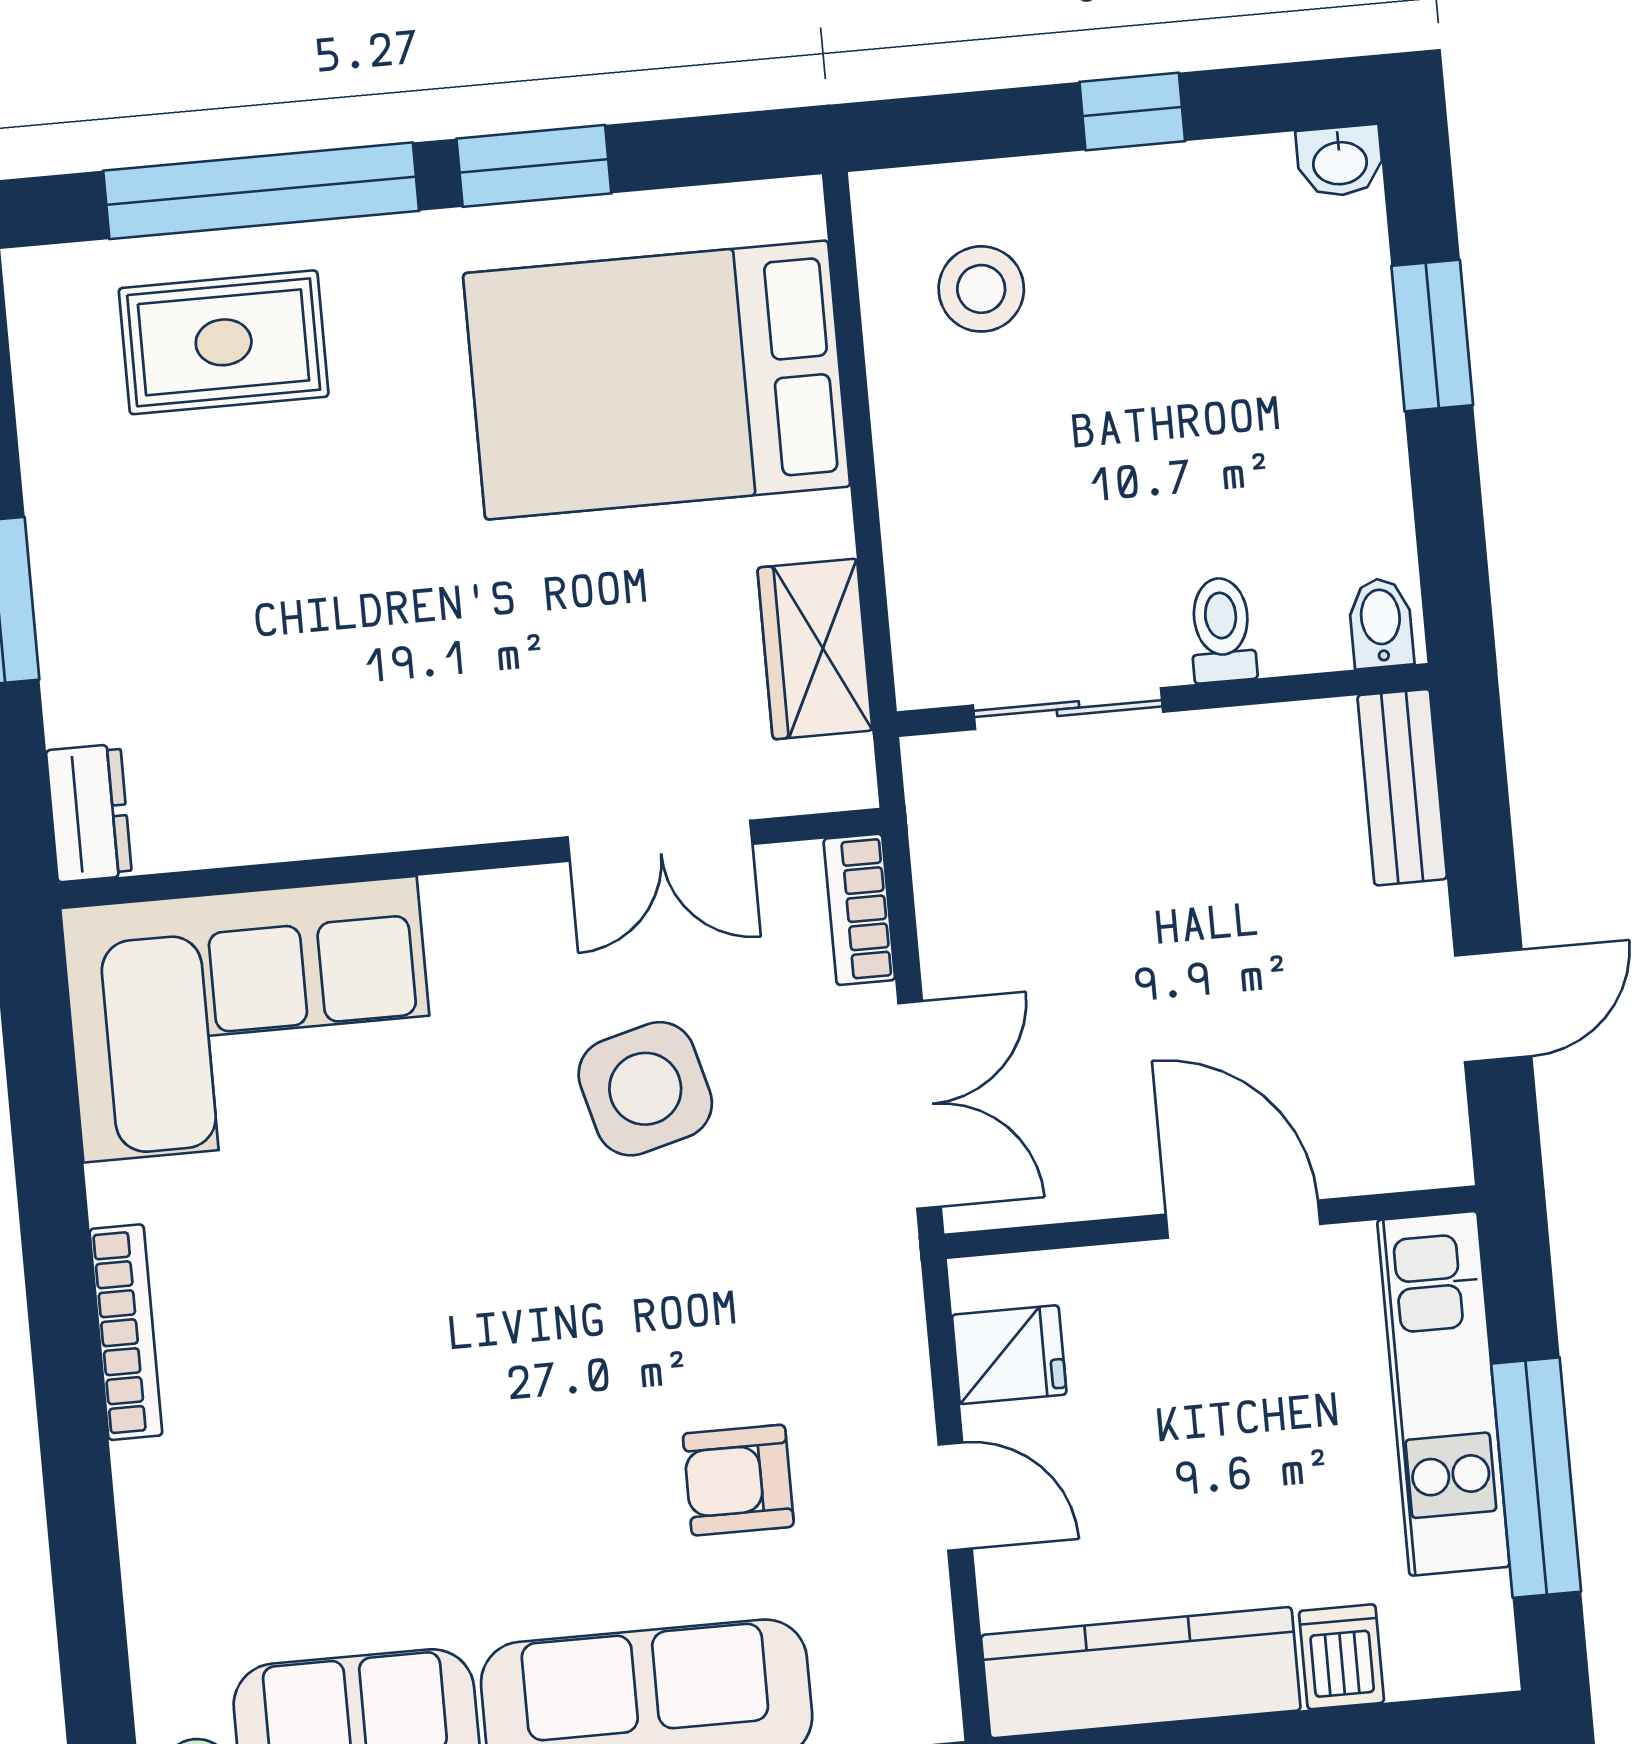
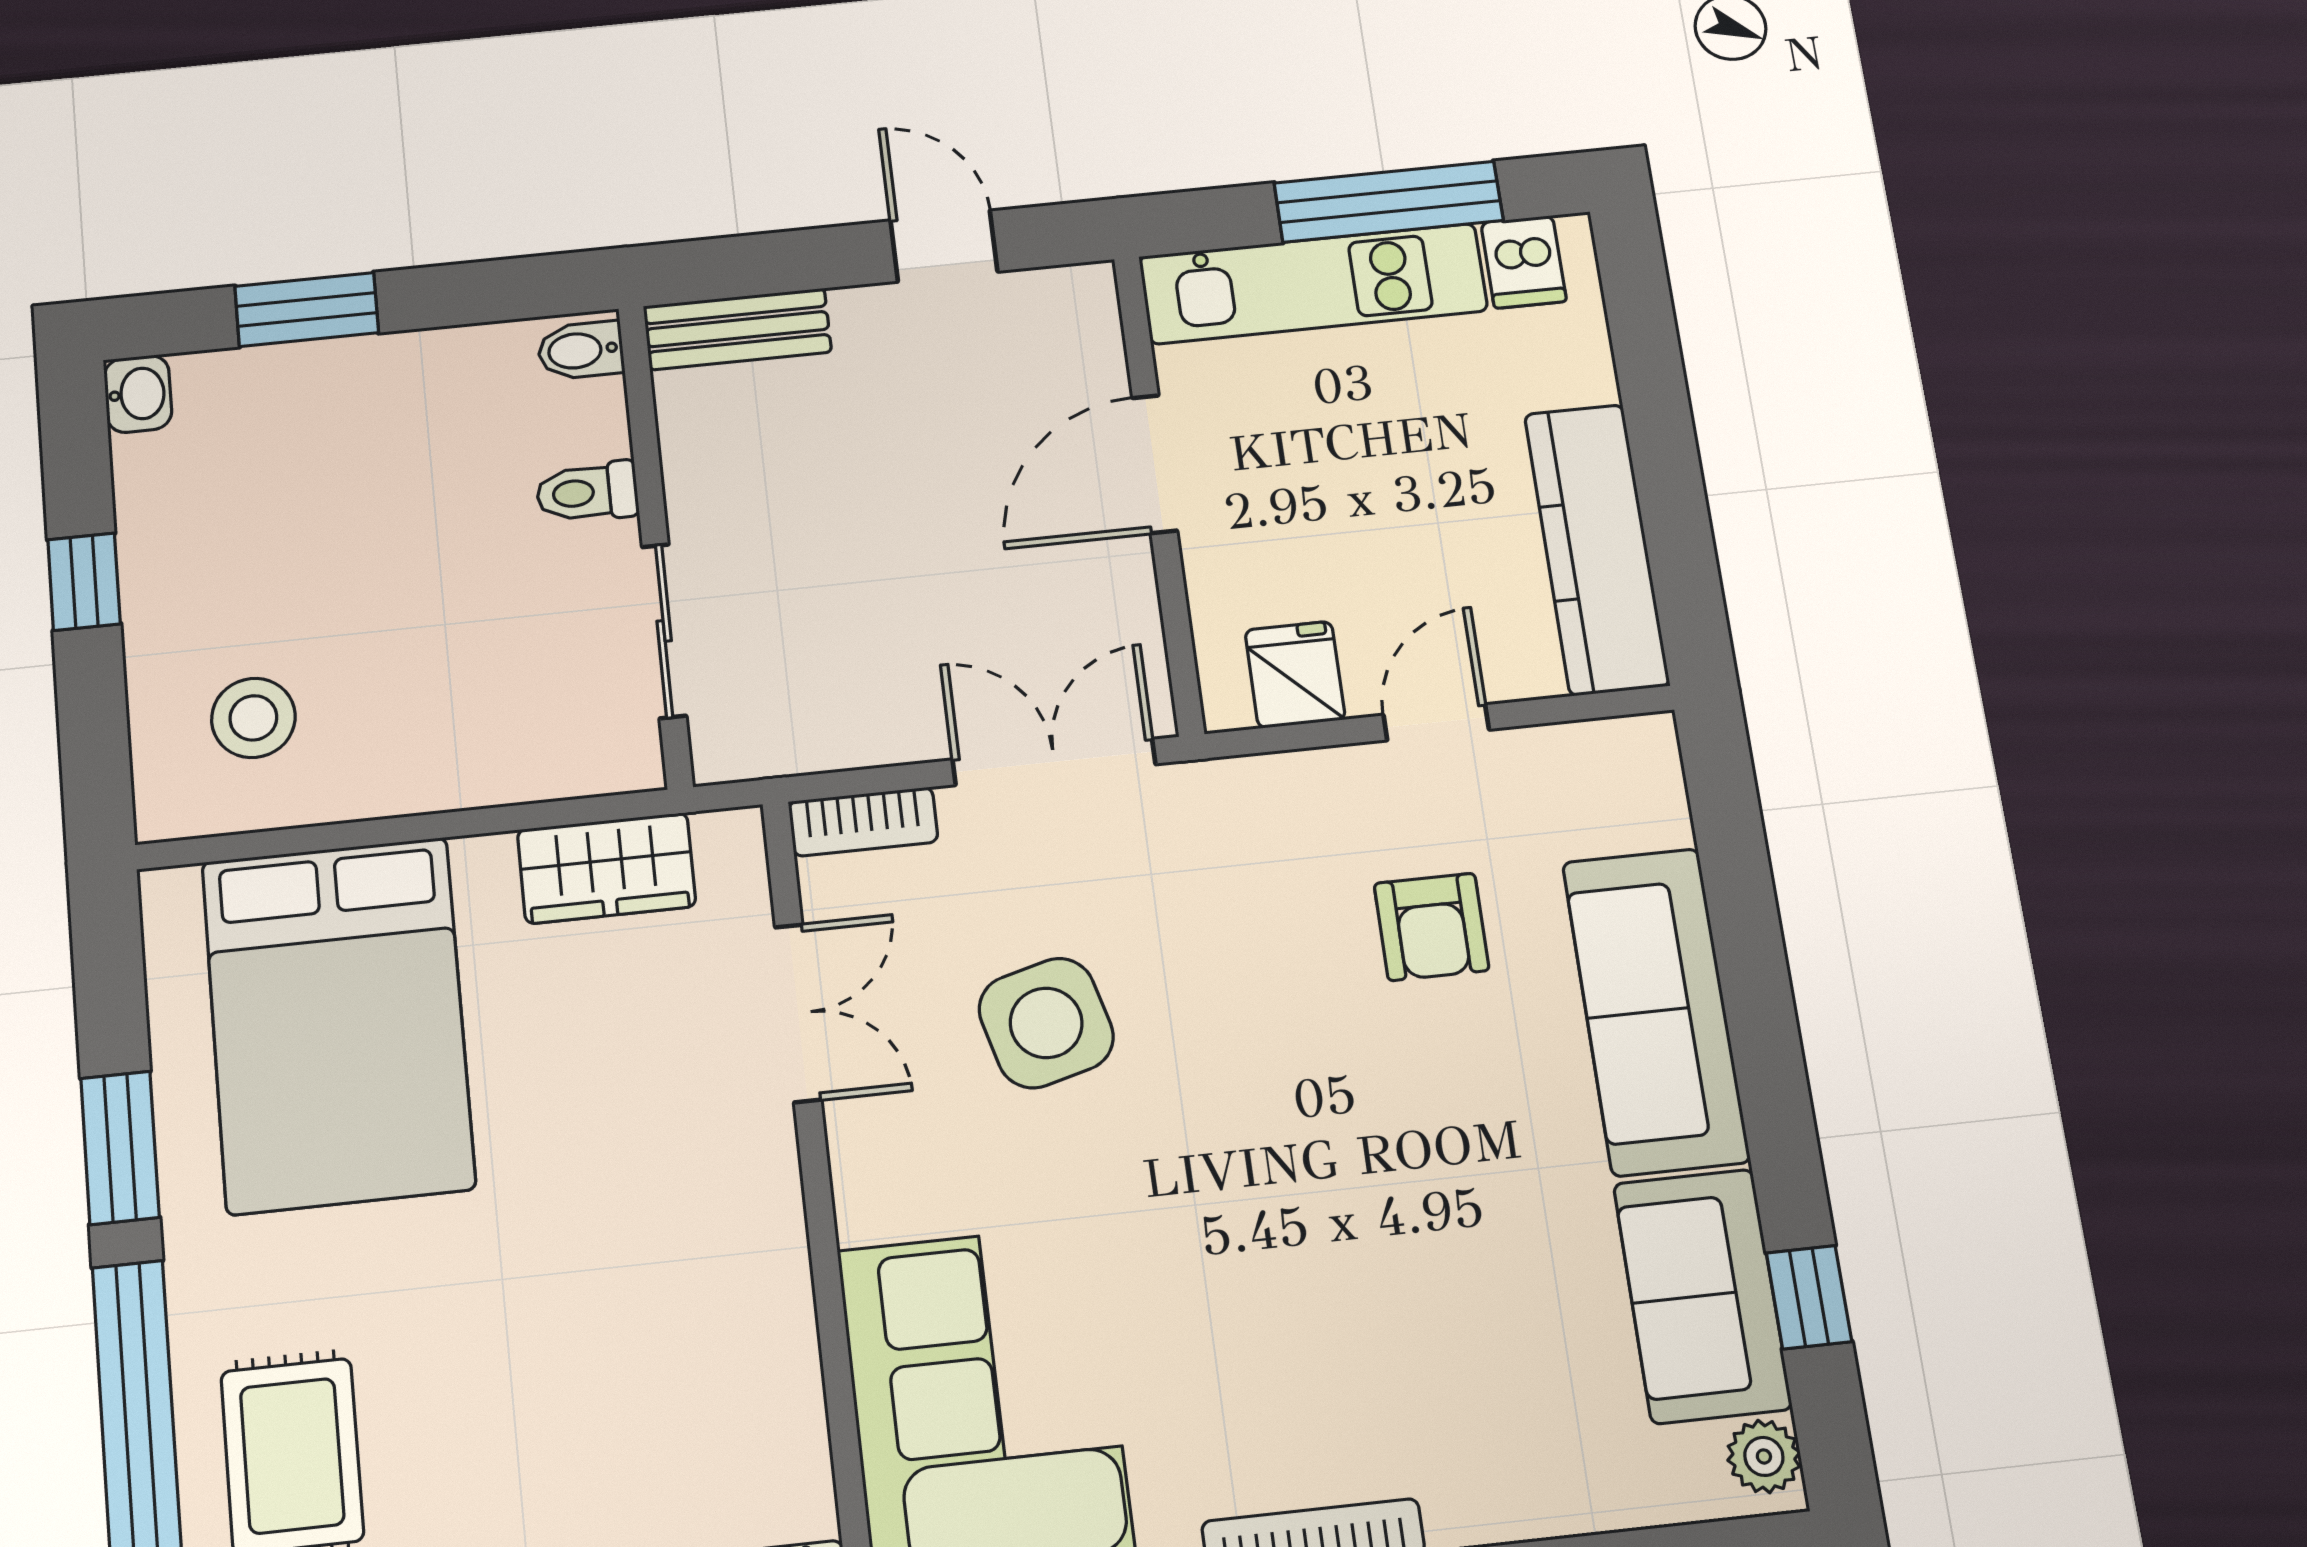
dishwasher: (1342, 1657) -> (1524, 262), moved, turned -90

